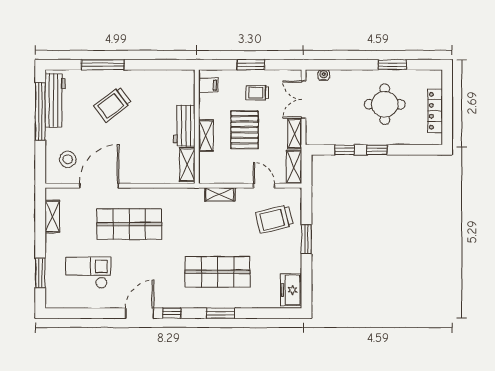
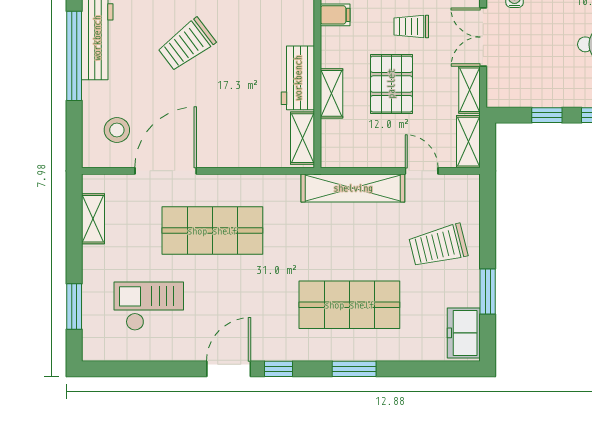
shelving: (220, 194) -> (353, 188), width x2.20, depth x1.33
trolley: (274, 219) -> (438, 246), moved
window: (306, 239) -> (488, 292), moved

